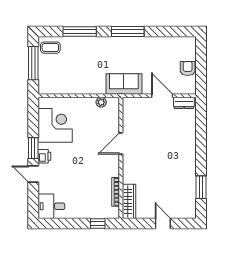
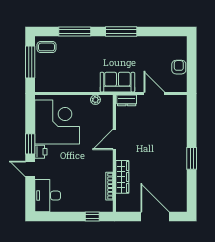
dresser: (184, 103) -> (127, 100), moved
corner desk: (55, 125) -> (57, 122), width x1.36, depth x1.36
window: (201, 187) -> (192, 158), moved
wardrobe: (129, 201) -> (122, 177), moved
desk: (51, 206) -> (48, 196), width x1.37
door: (163, 223) -> (155, 216), width x1.87

